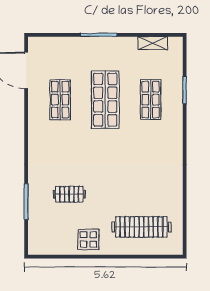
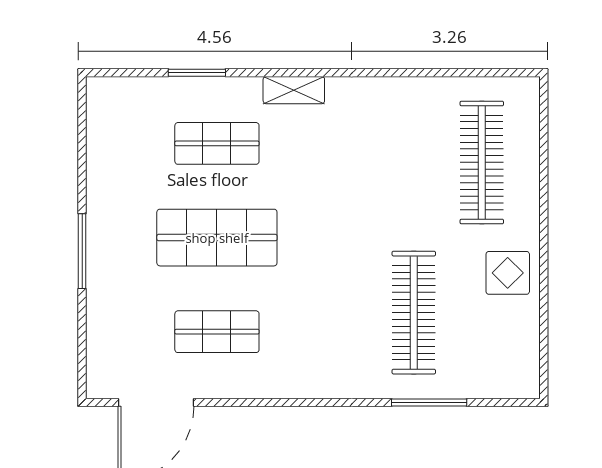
shelving: (153, 43) -> (294, 90), moved, turned 90
clothes rail: (69, 194) -> (414, 313), width x1.86, depth x1.31

